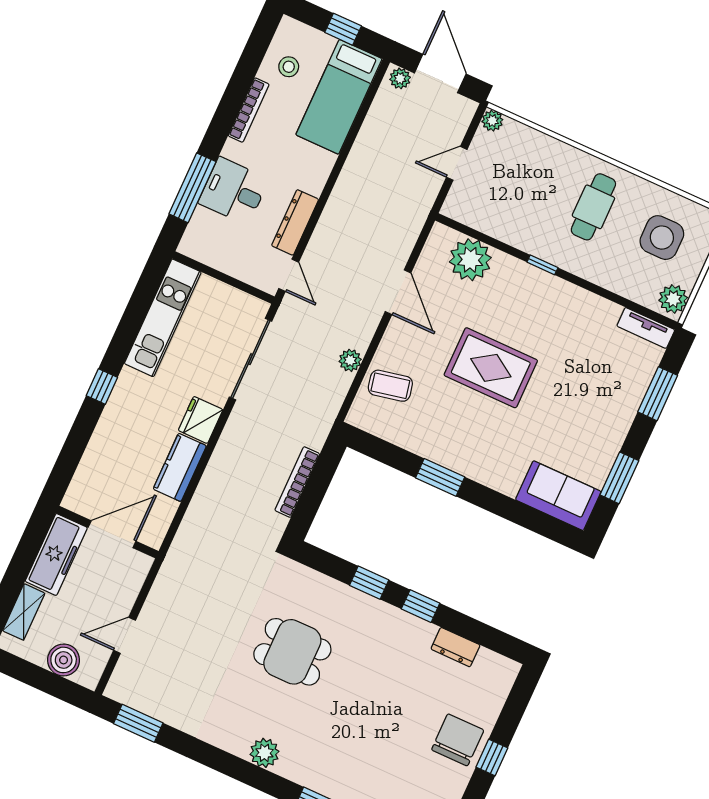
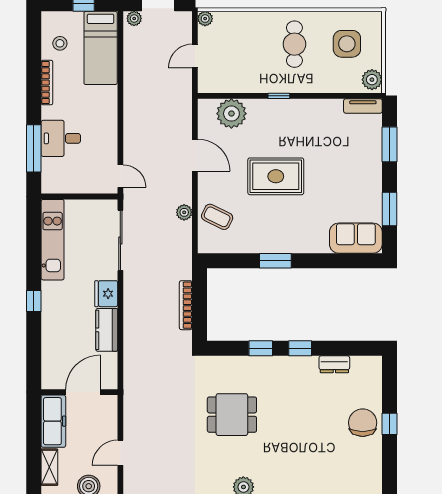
dresser: (295, 222) -> (109, 141), removed
coffee table: (390, 386) -> (217, 217), turned 38

